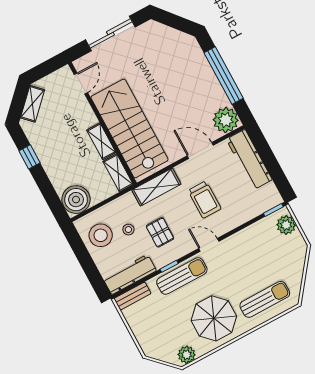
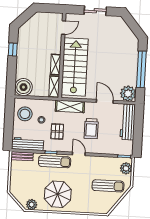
sliding door: (110, 33) -> (95, 11), width x0.73
shelving: (33, 104) -> (31, 23), removed
sun lounger: (265, 299) -> (108, 186), moved

